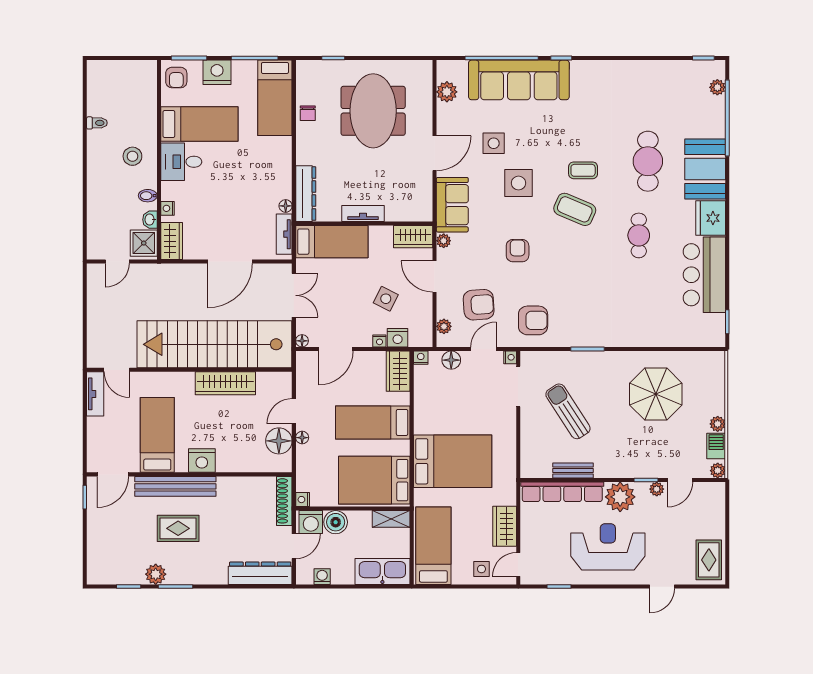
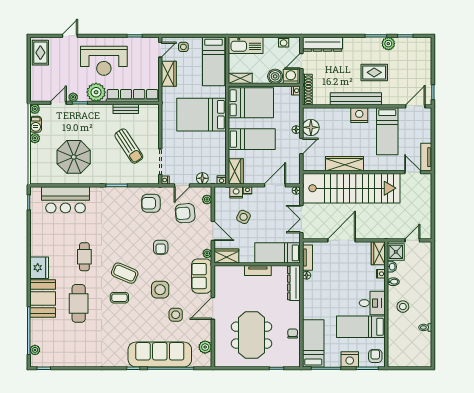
bar counter: (704, 275) -> (65, 200), moved, turned 90
bench: (175, 486) -> (356, 99), moved

